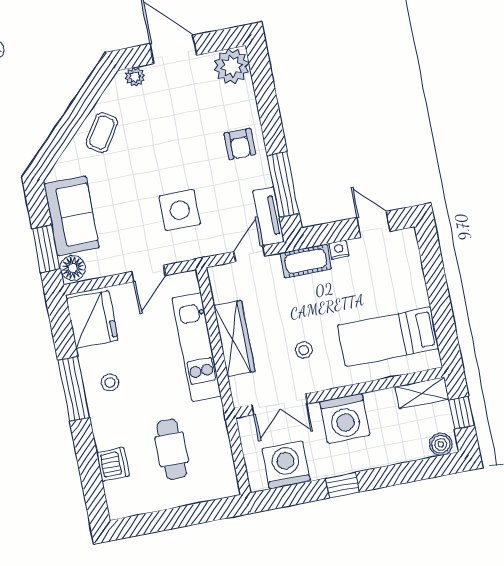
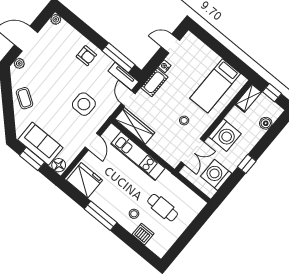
plant: (232, 66) -> (56, 19), width x0.53, depth x0.53
window: (46, 249) -> (32, 159), moved
wardrobe: (234, 338) -> (135, 126), moved
stool: (110, 382) -> (134, 214), moved
boiler: (441, 444) -> (266, 123), moved

